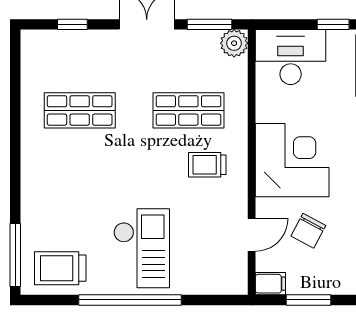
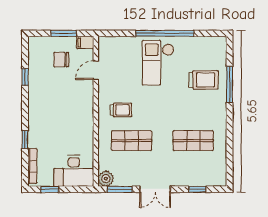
corner desk: (292, 160) -> (73, 113), removed
chair: (308, 231) -> (61, 60), moved, turned -118
window: (15, 255) -> (230, 84), moved
trolley: (60, 268) -> (203, 80), moved

